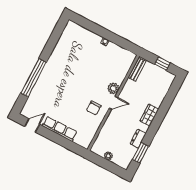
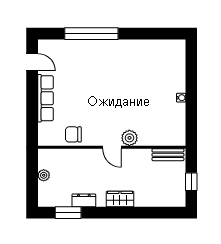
chair: (94, 108) -> (73, 134), moved

